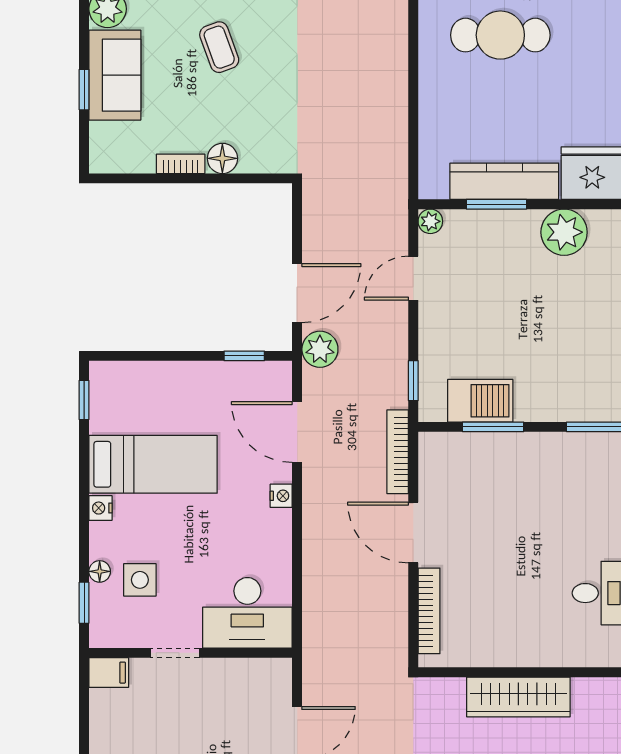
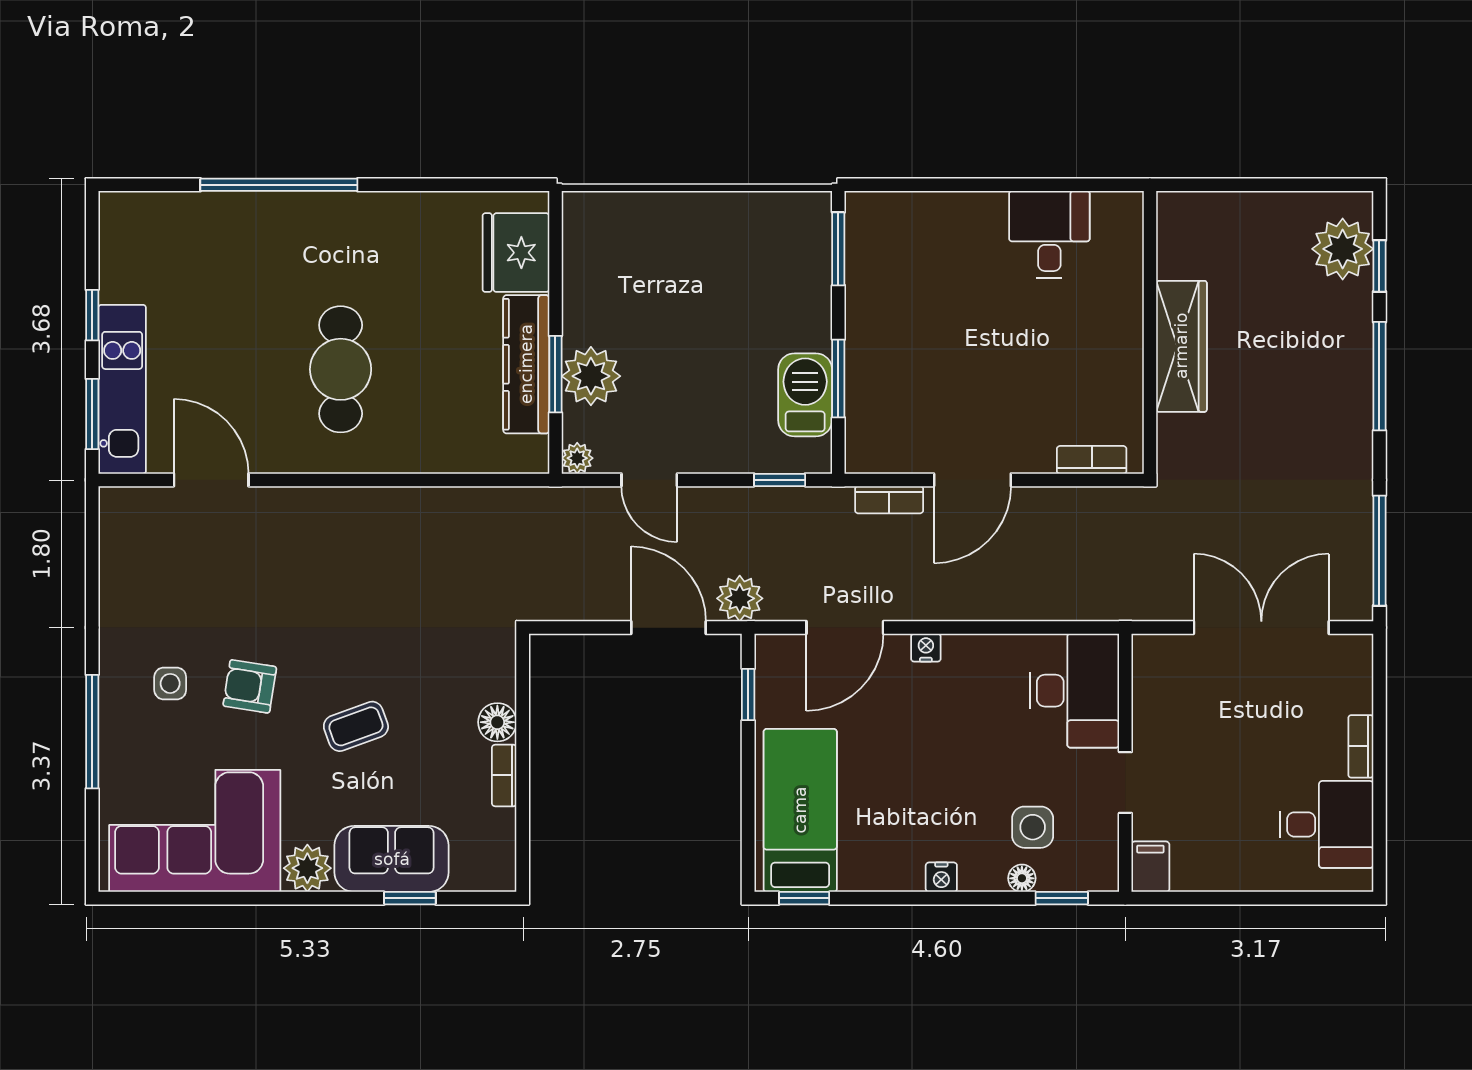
plant: (564, 232) -> (591, 376), moved
bookcase: (398, 452) -> (889, 500), width x0.64
bed: (153, 464) -> (800, 810), moved
bookcase: (429, 611) -> (1092, 460), width x0.64

